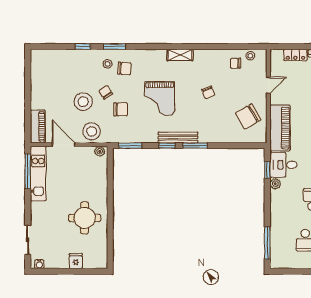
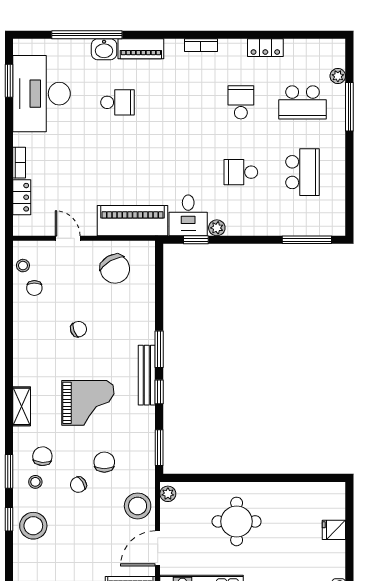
shelving: (180, 55) -> (22, 406), moved
stool: (83, 102) -> (33, 526), moved
round table: (85, 218) -> (237, 521), moved

